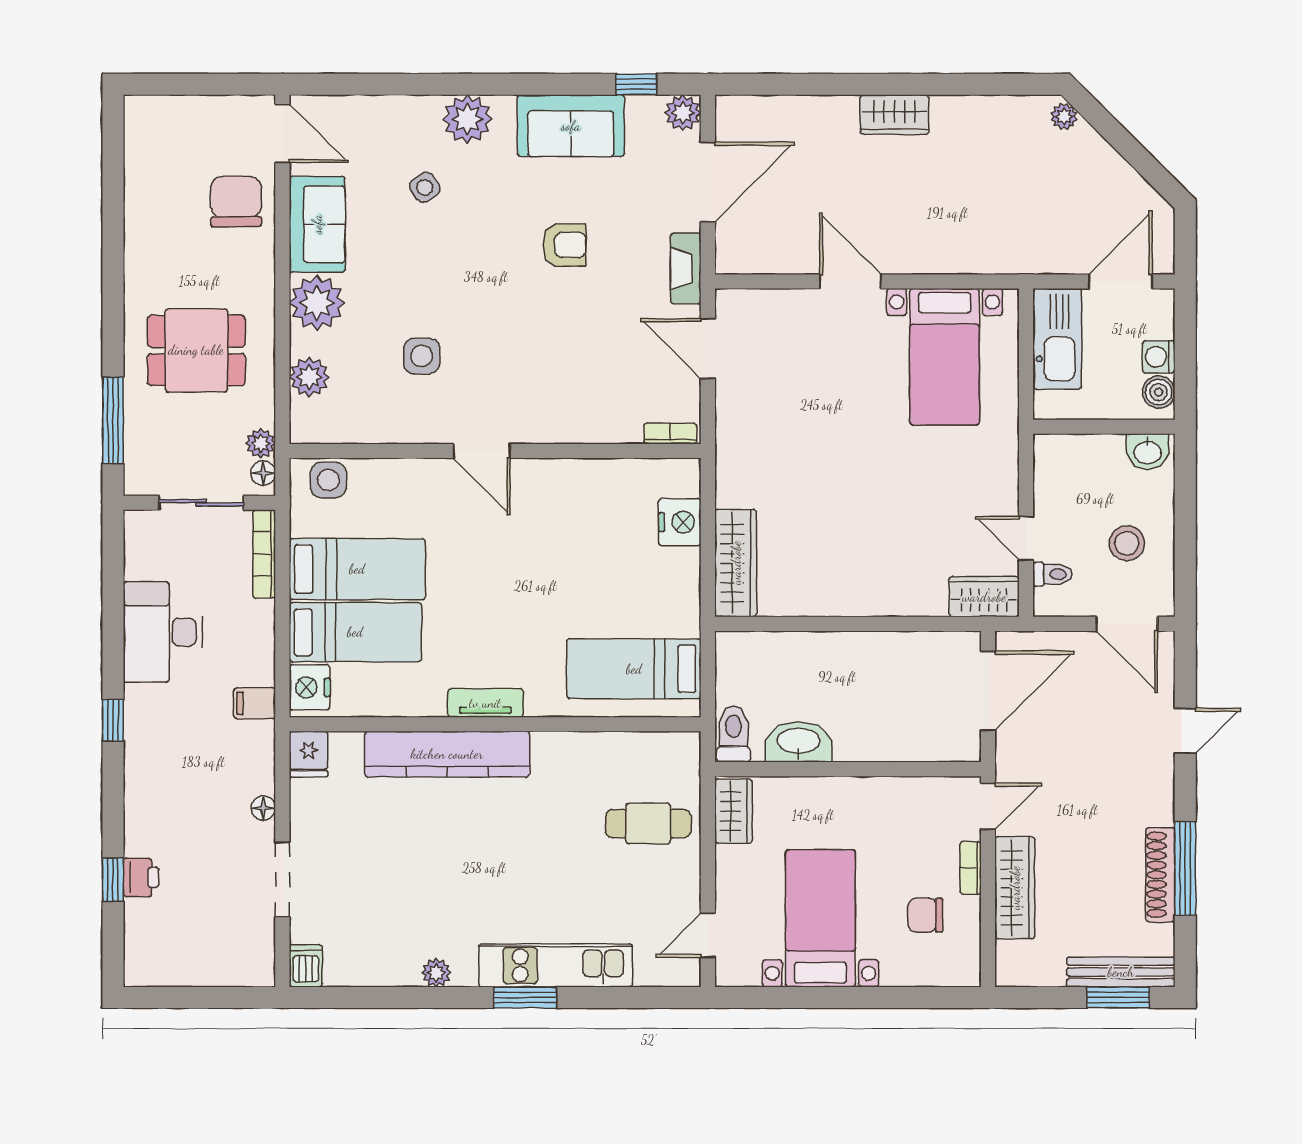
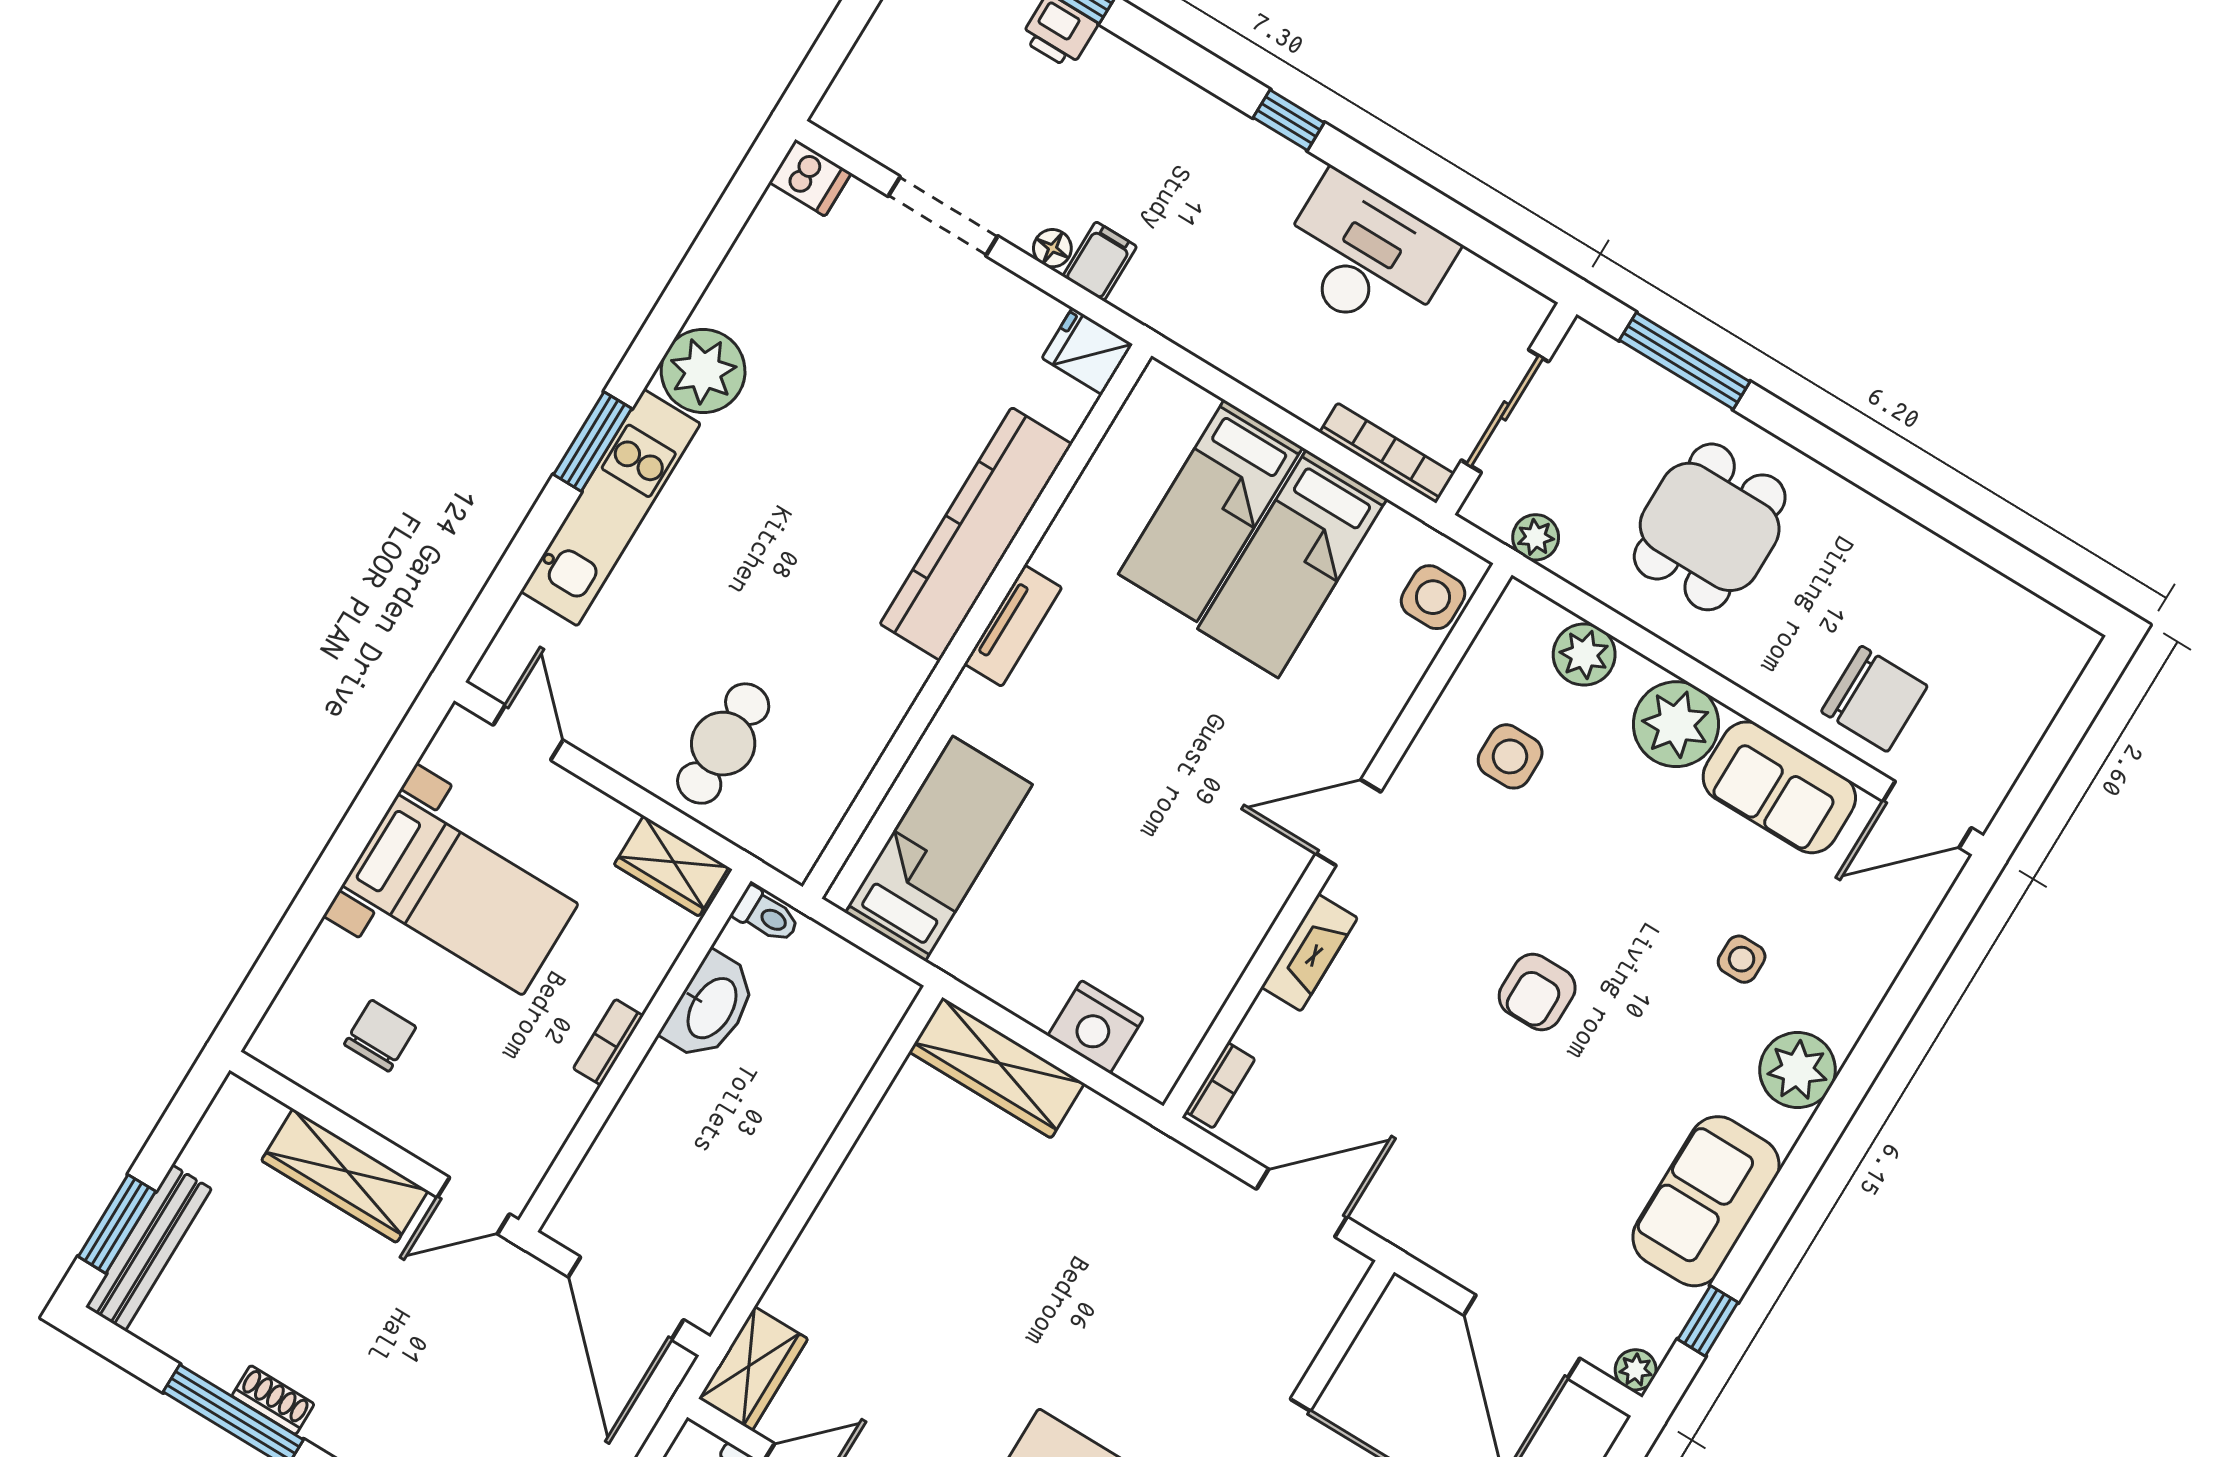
plant: (683, 113) -> (1636, 1370), width x0.73, depth x0.73
side table: (425, 187) -> (1742, 959), turned 34
armchair: (564, 245) -> (1537, 992), moved
fireplace: (686, 268) -> (1309, 953), moved, turned 90
side table: (422, 356) -> (1510, 756), moved
floor lamp: (263, 473) -> (1494, 517), removed
nightstand: (310, 687) -> (1174, 406), removed
filing cabinet: (255, 703) -> (1100, 261), moved
toilet: (733, 734) -> (766, 915), width x0.73, depth x0.72
door: (988, 806) -> (473, 1206), hinge flipped
bookcase: (971, 868) -> (608, 1042), moved, turned -90
shoe rack: (1160, 875) -> (273, 1400), width x0.51, depth x0.81
plant: (436, 973) -> (703, 371), width x1.88, depth x1.88

